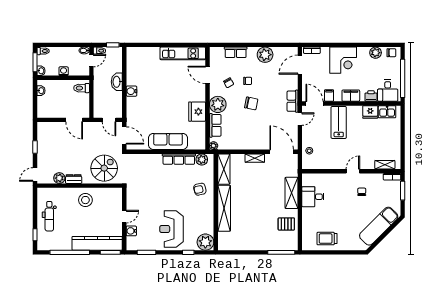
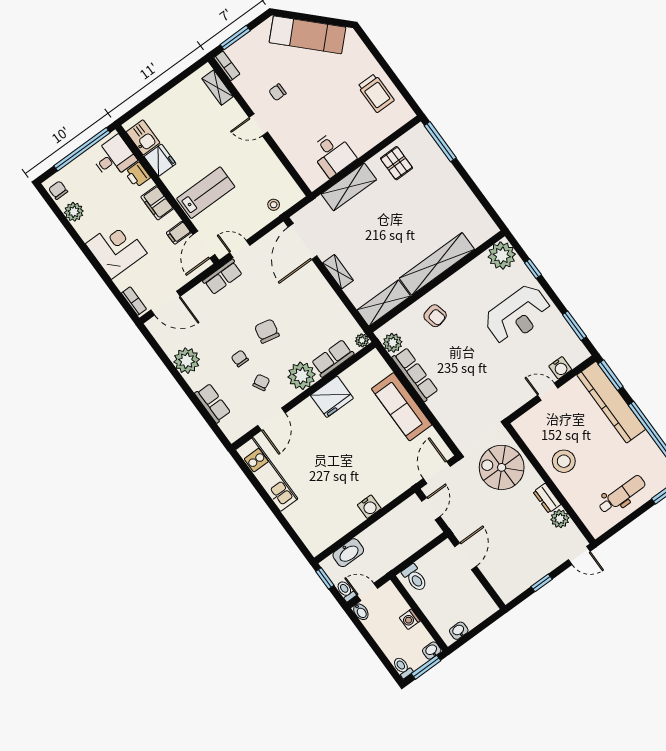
washbasin: (117, 82) -> (348, 553), moved
lab bench: (339, 122) -> (206, 193), turned 180

